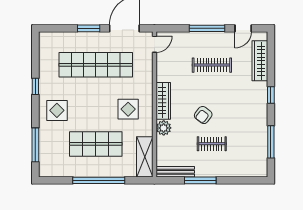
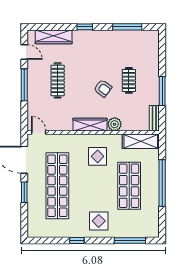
bench: (175, 172) -> (154, 118), width x0.73

